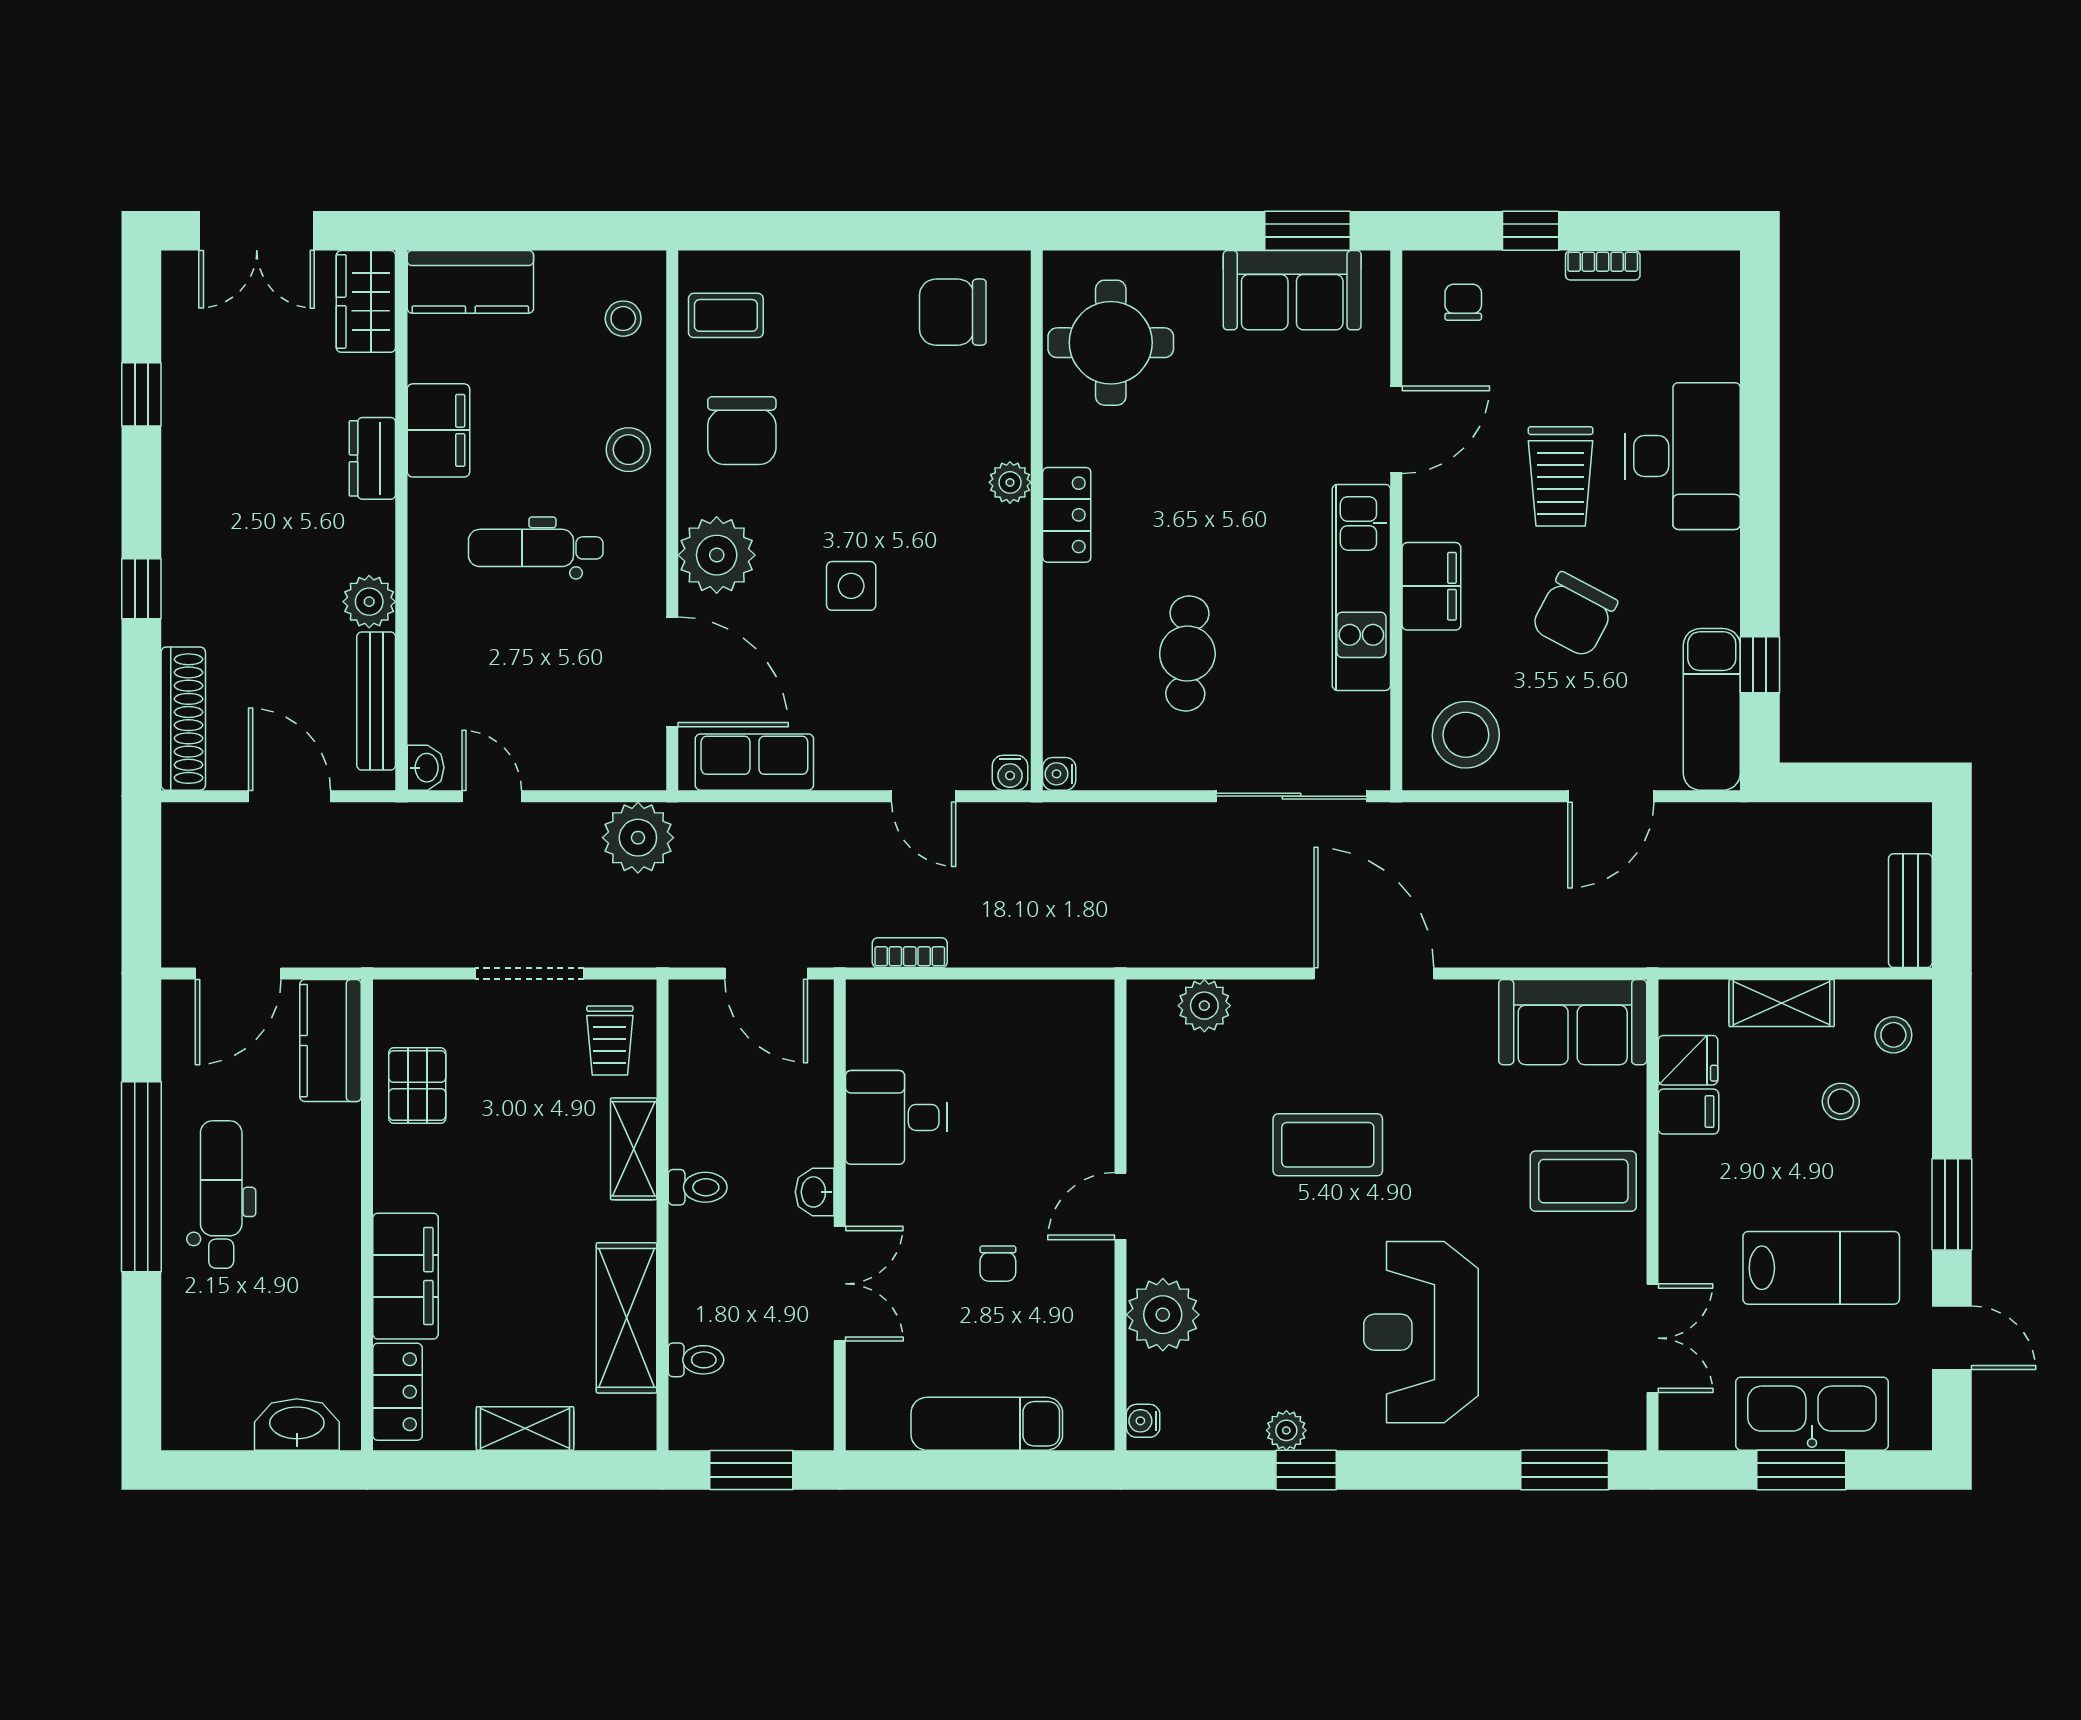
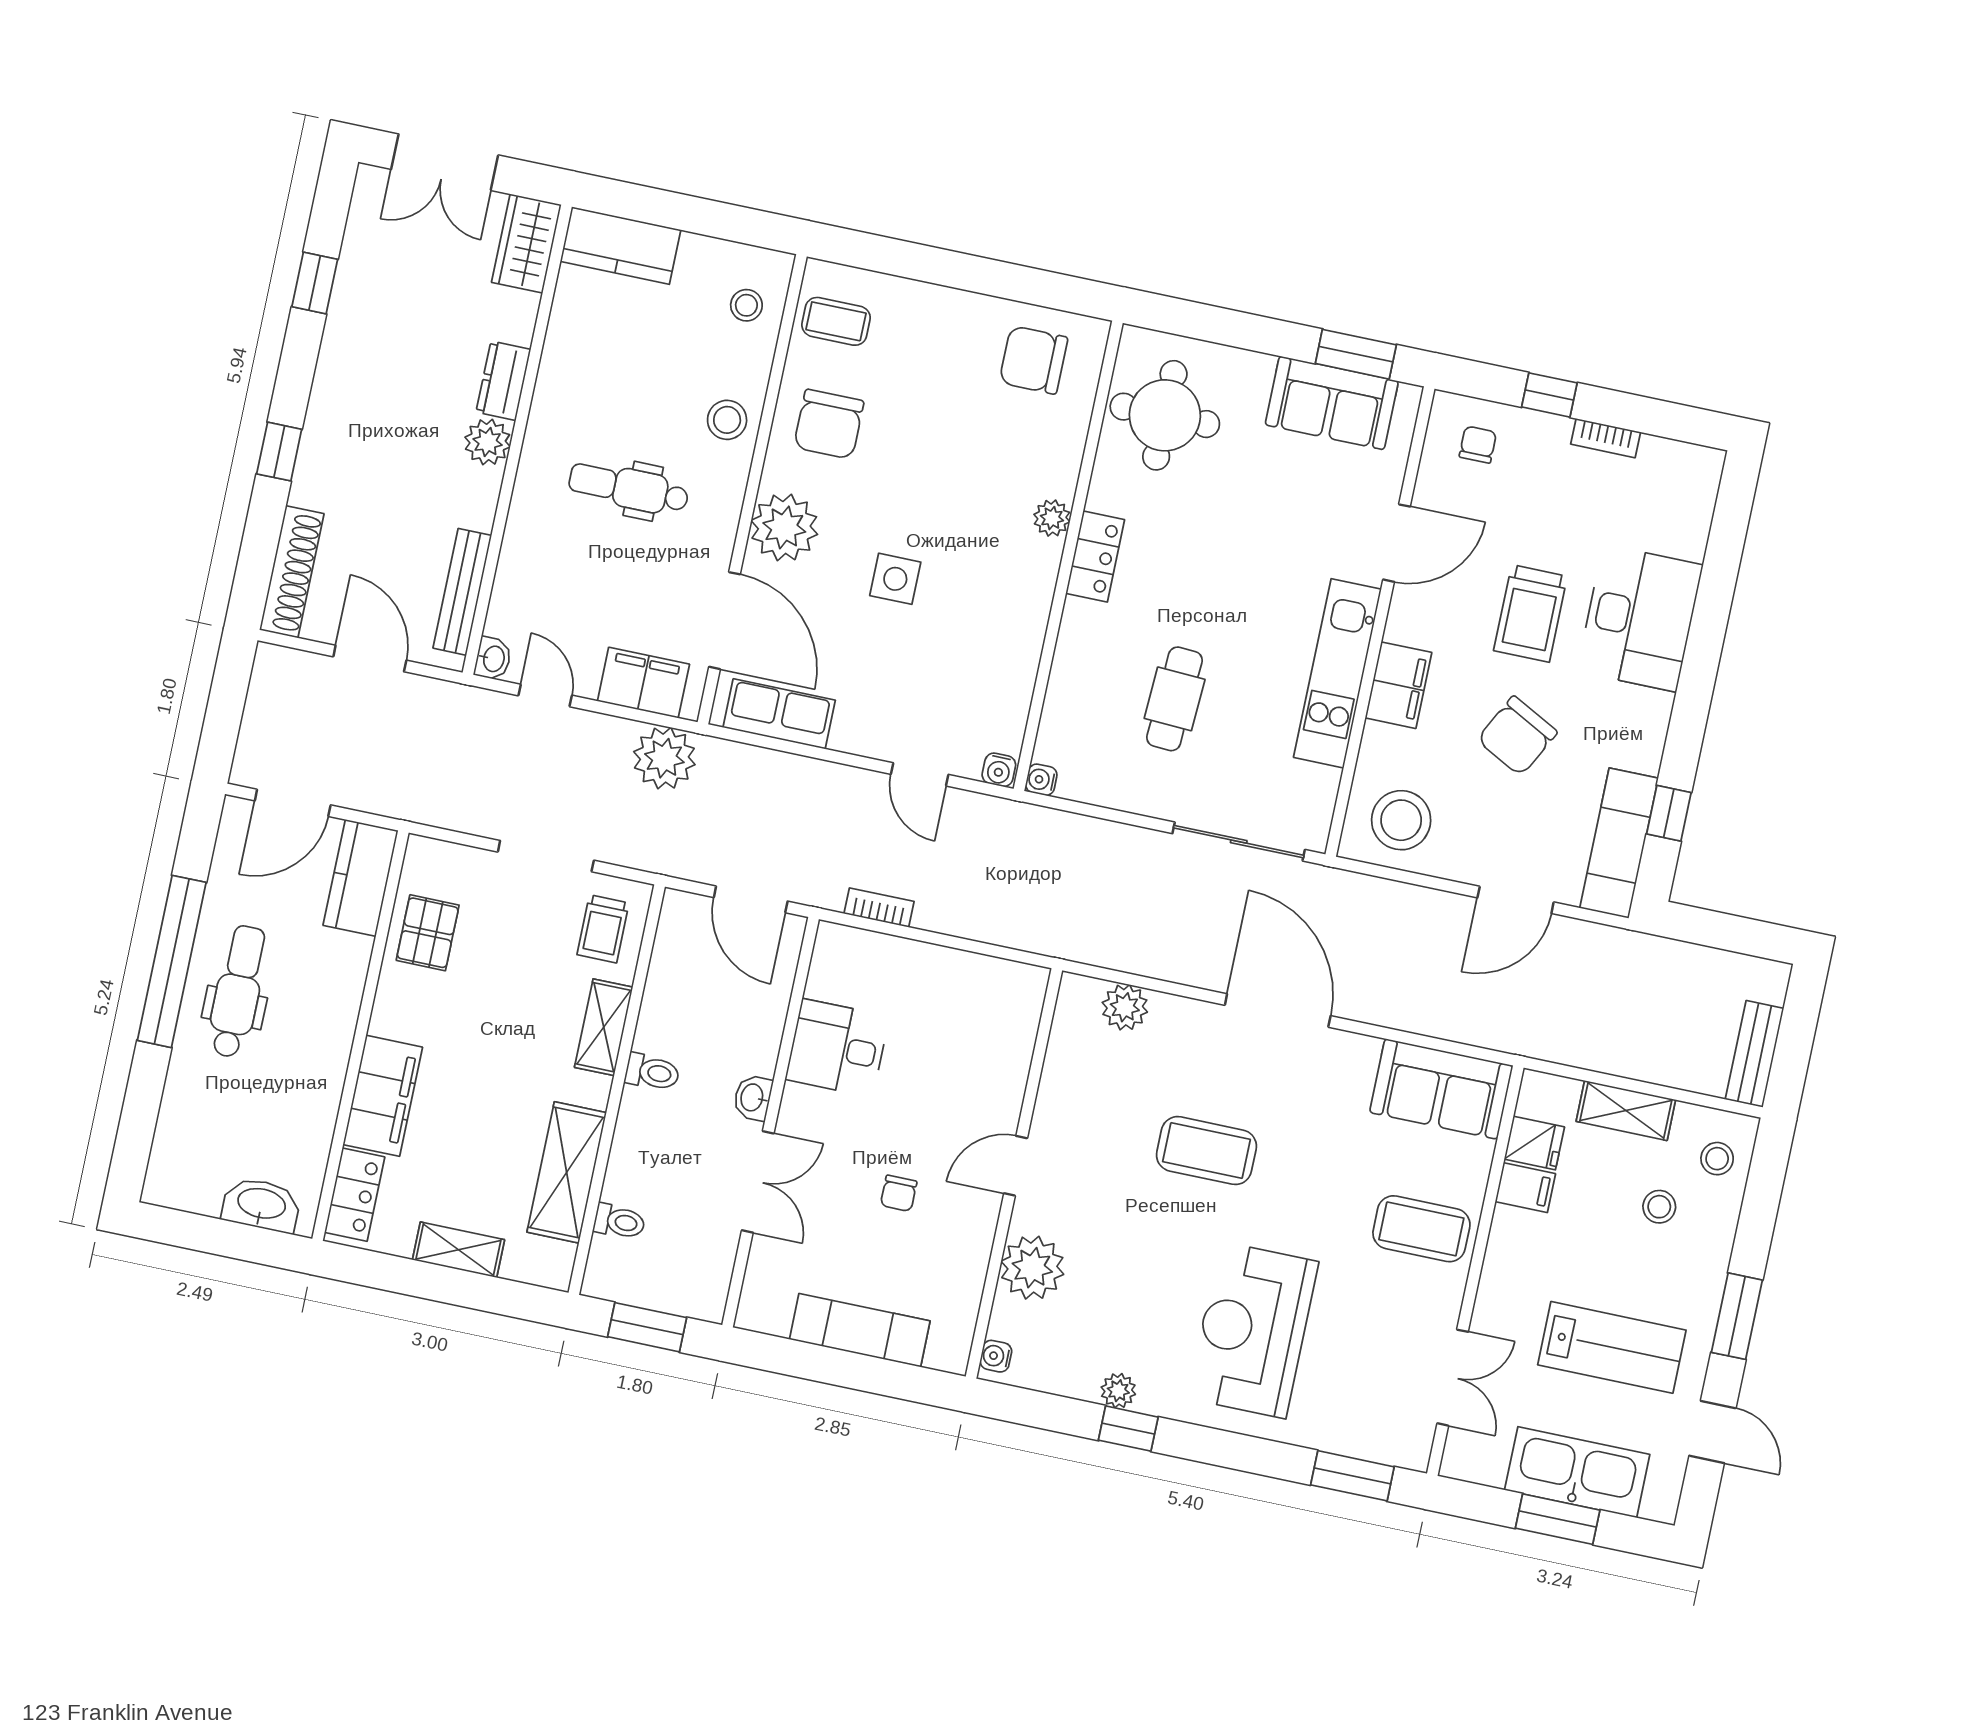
filing cabinet: (438, 430) -> (643, 683), moved, turned -90
plant: (369, 602) -> (488, 442), moved

